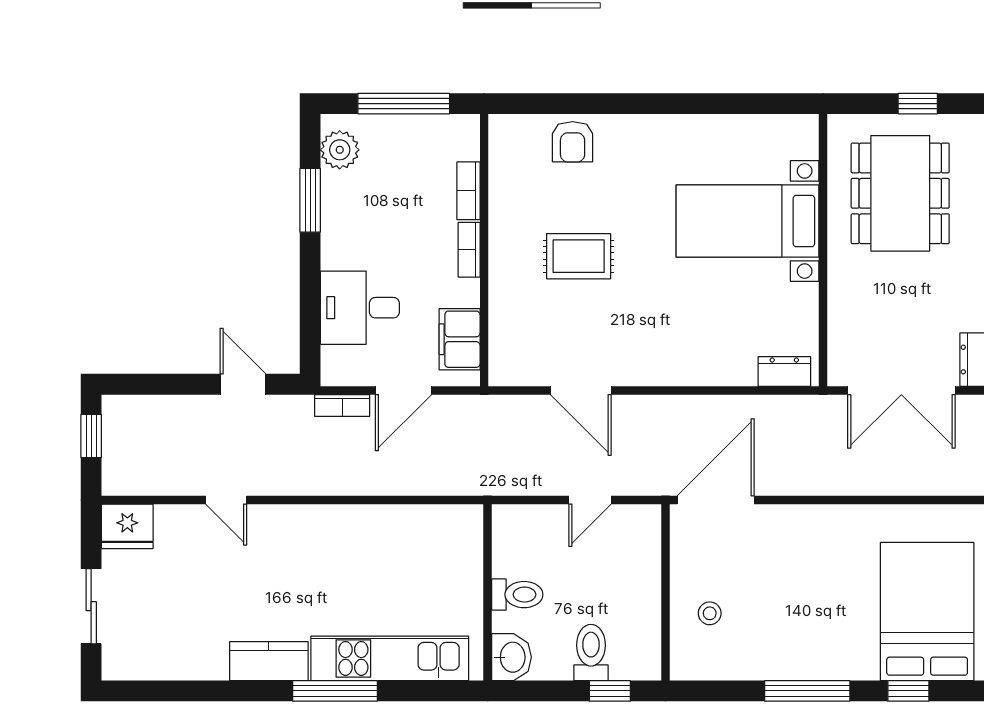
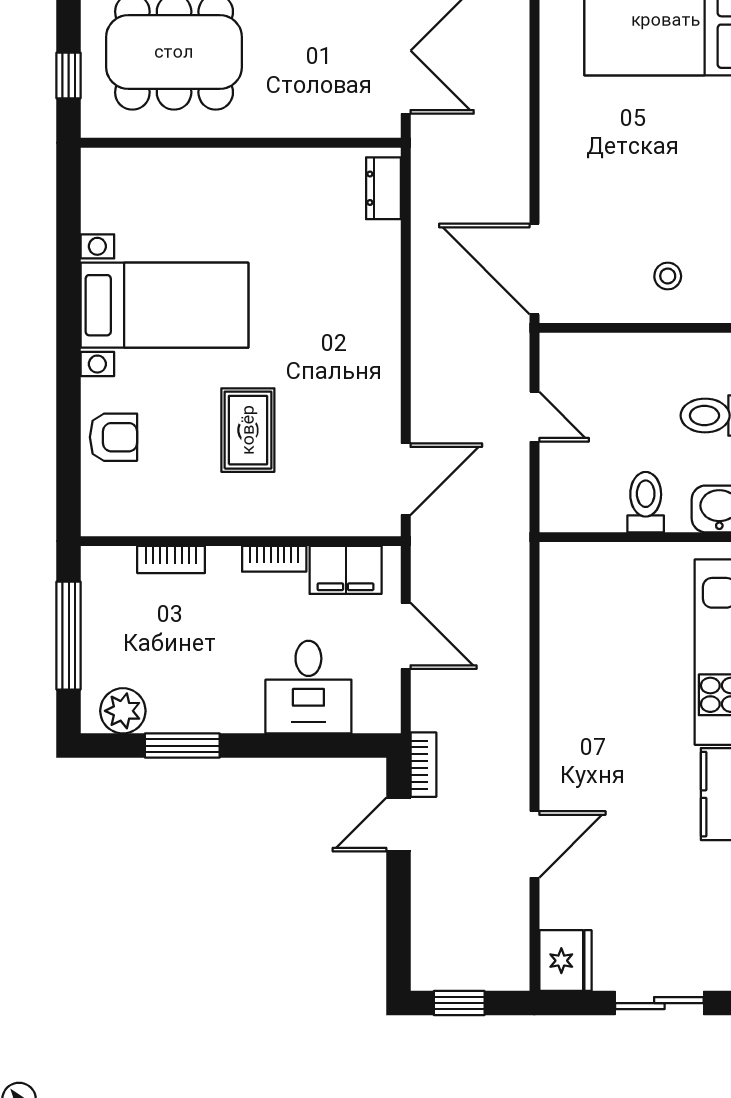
window: (918, 104) -> (69, 75), moved
bed with nightstands: (748, 221) -> (164, 305), moved, turned -90
bookcase: (469, 250) -> (274, 559), moved
door: (581, 390) -> (406, 479), moved
bookcase: (342, 405) -> (423, 765), moved
door: (226, 500) -> (534, 844), width x1.38

